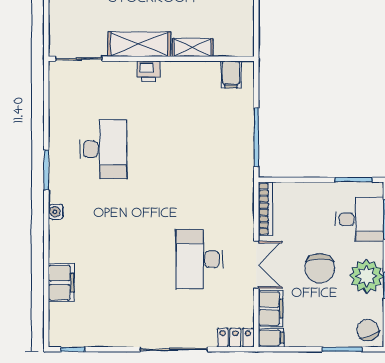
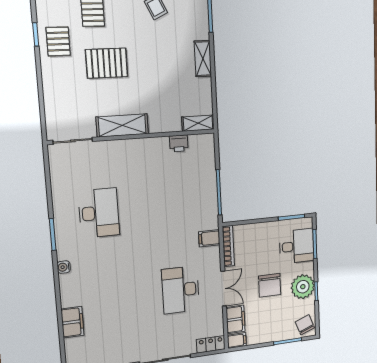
shelving: (192, 48) -> (198, 123), moved
printer: (149, 71) -> (179, 143), moved
filing cabinet: (231, 74) -> (209, 238), moved, turned 90

